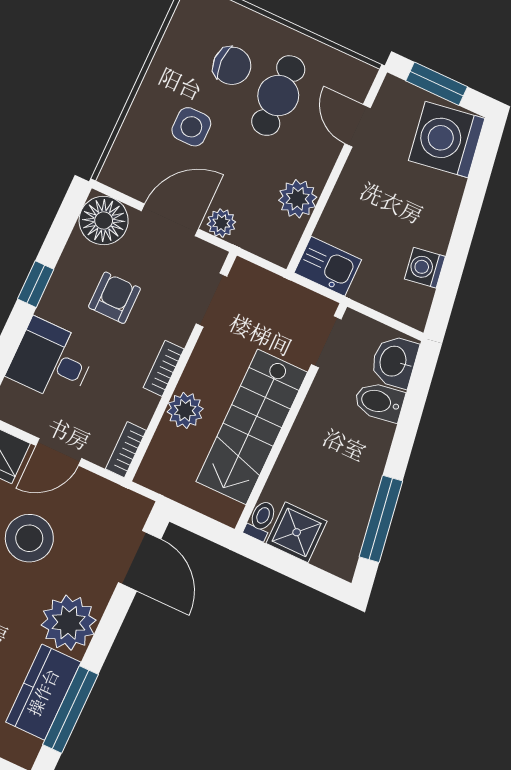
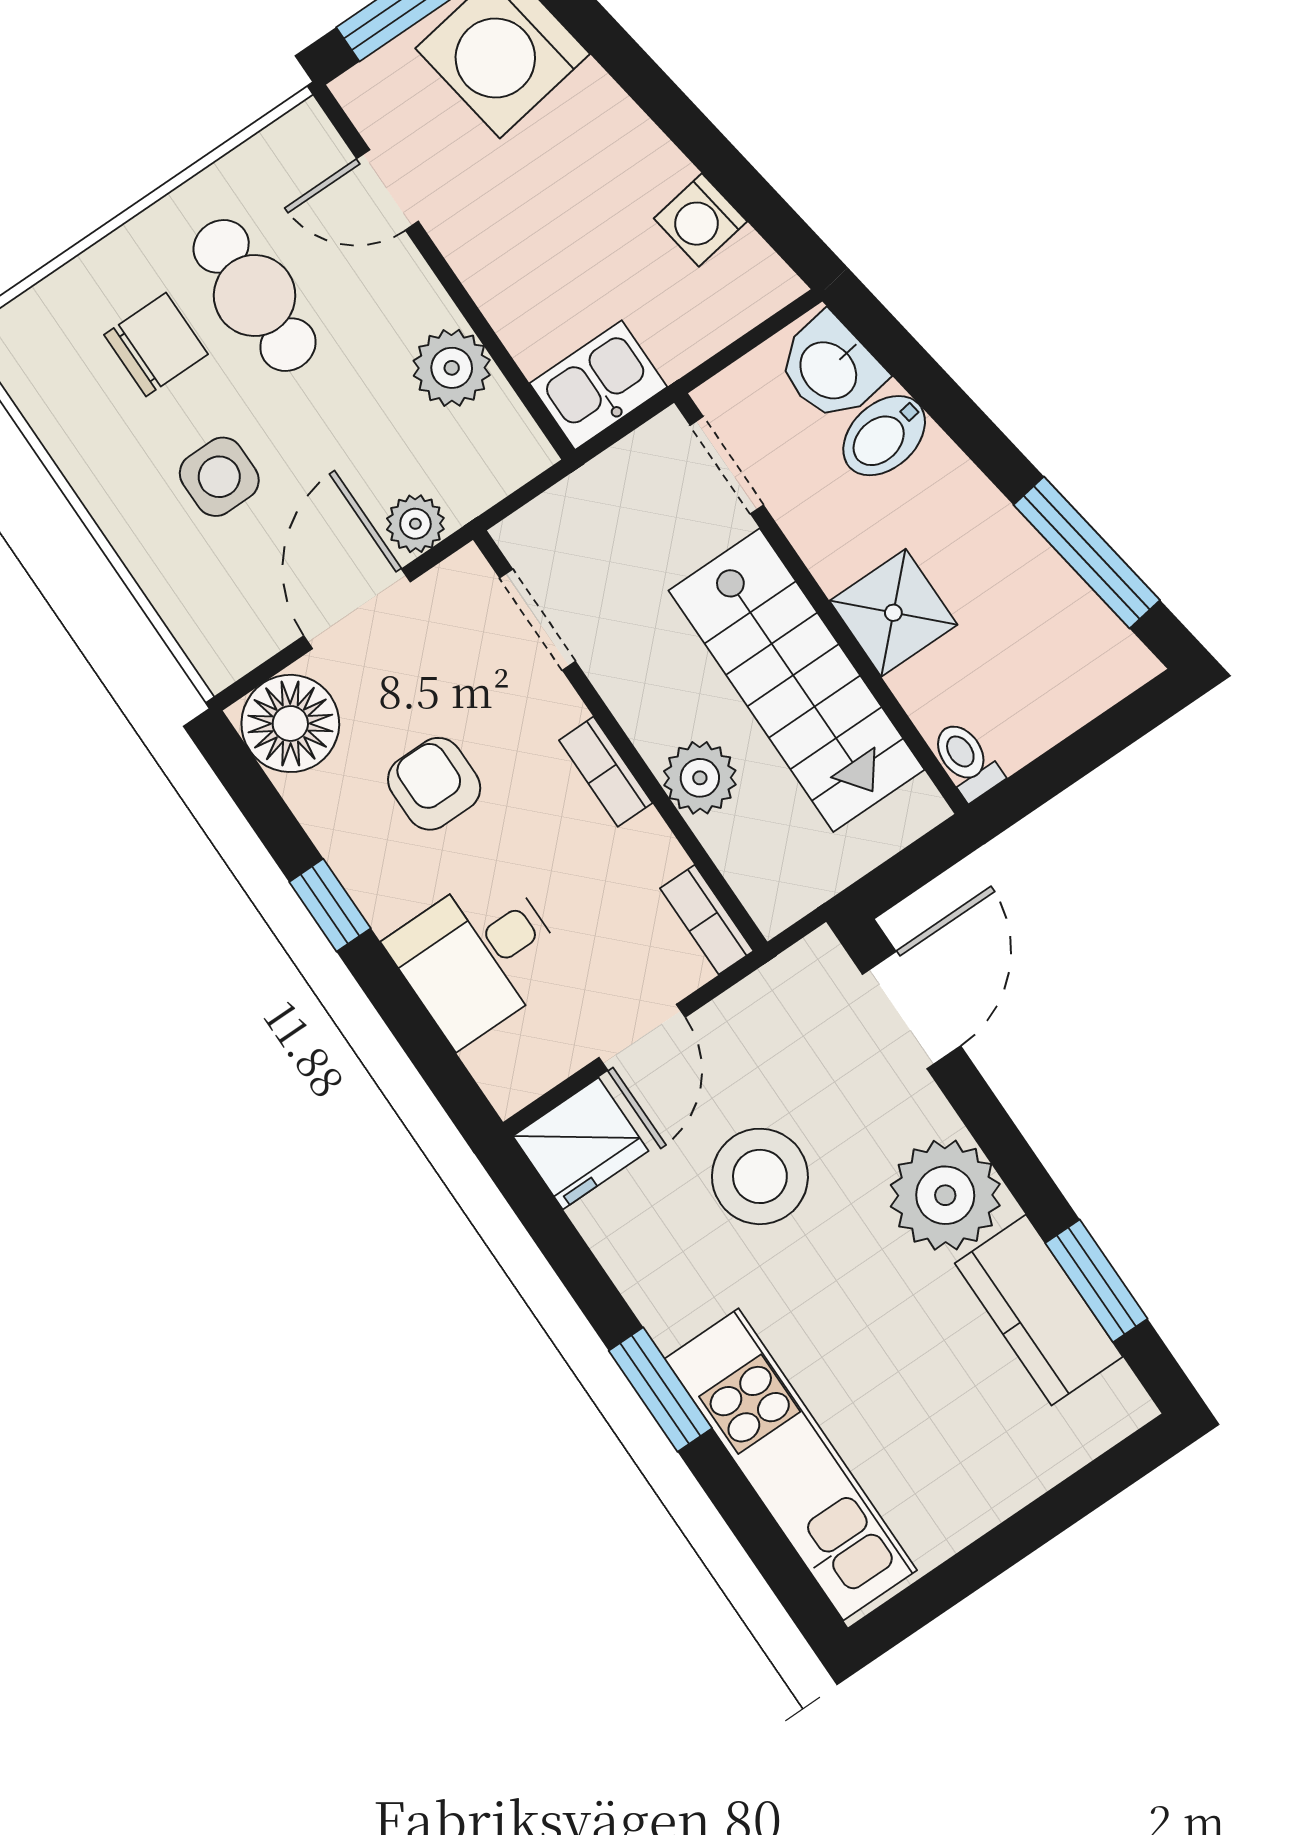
shower: (297, 532) -> (893, 613), moved
door: (140, 561) -> (912, 1010), hinge flipped
window: (71, 709) -> (1096, 1281), width x0.69

